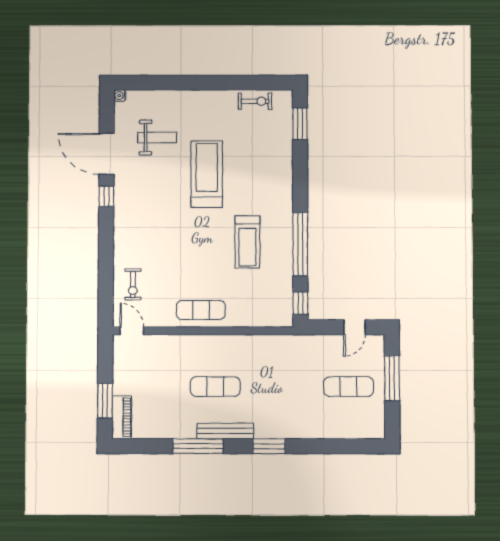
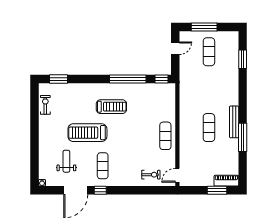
exercise mat: (149, 200) -> (103, 166), added
treadmill: (247, 242) -> (111, 107), moved
door: (354, 327) -> (175, 48), hinge flipped
window: (269, 446) -> (243, 59), moved

